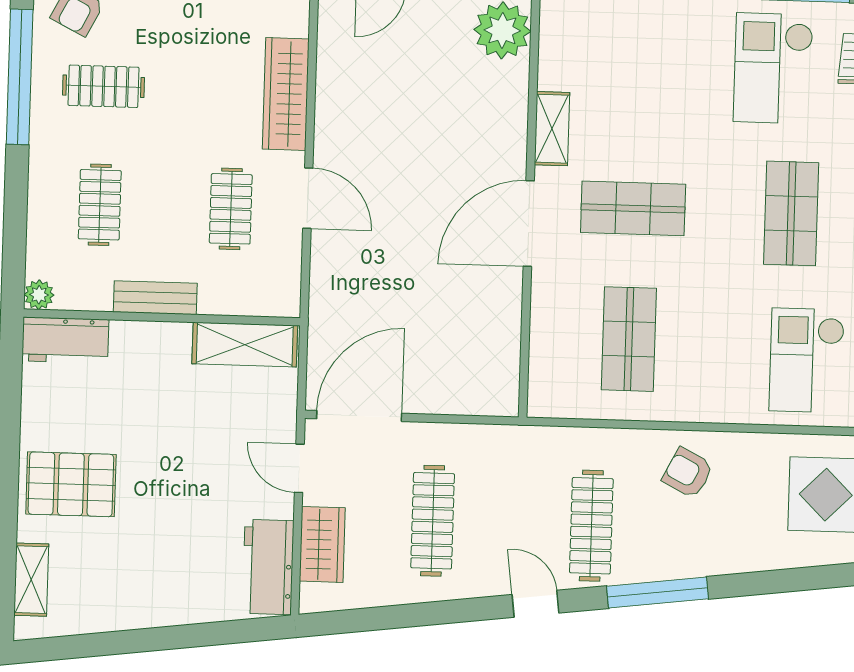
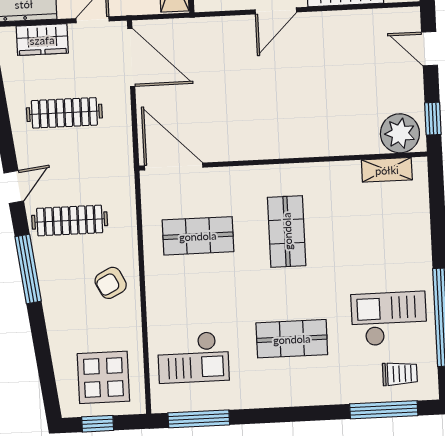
shelving: (552, 129) -> (387, 170), moved
door: (529, 224) -> (174, 166), moved
checkout: (807, 360) -> (193, 357), turned 180
armchair: (688, 473) -> (111, 283), turned -144

